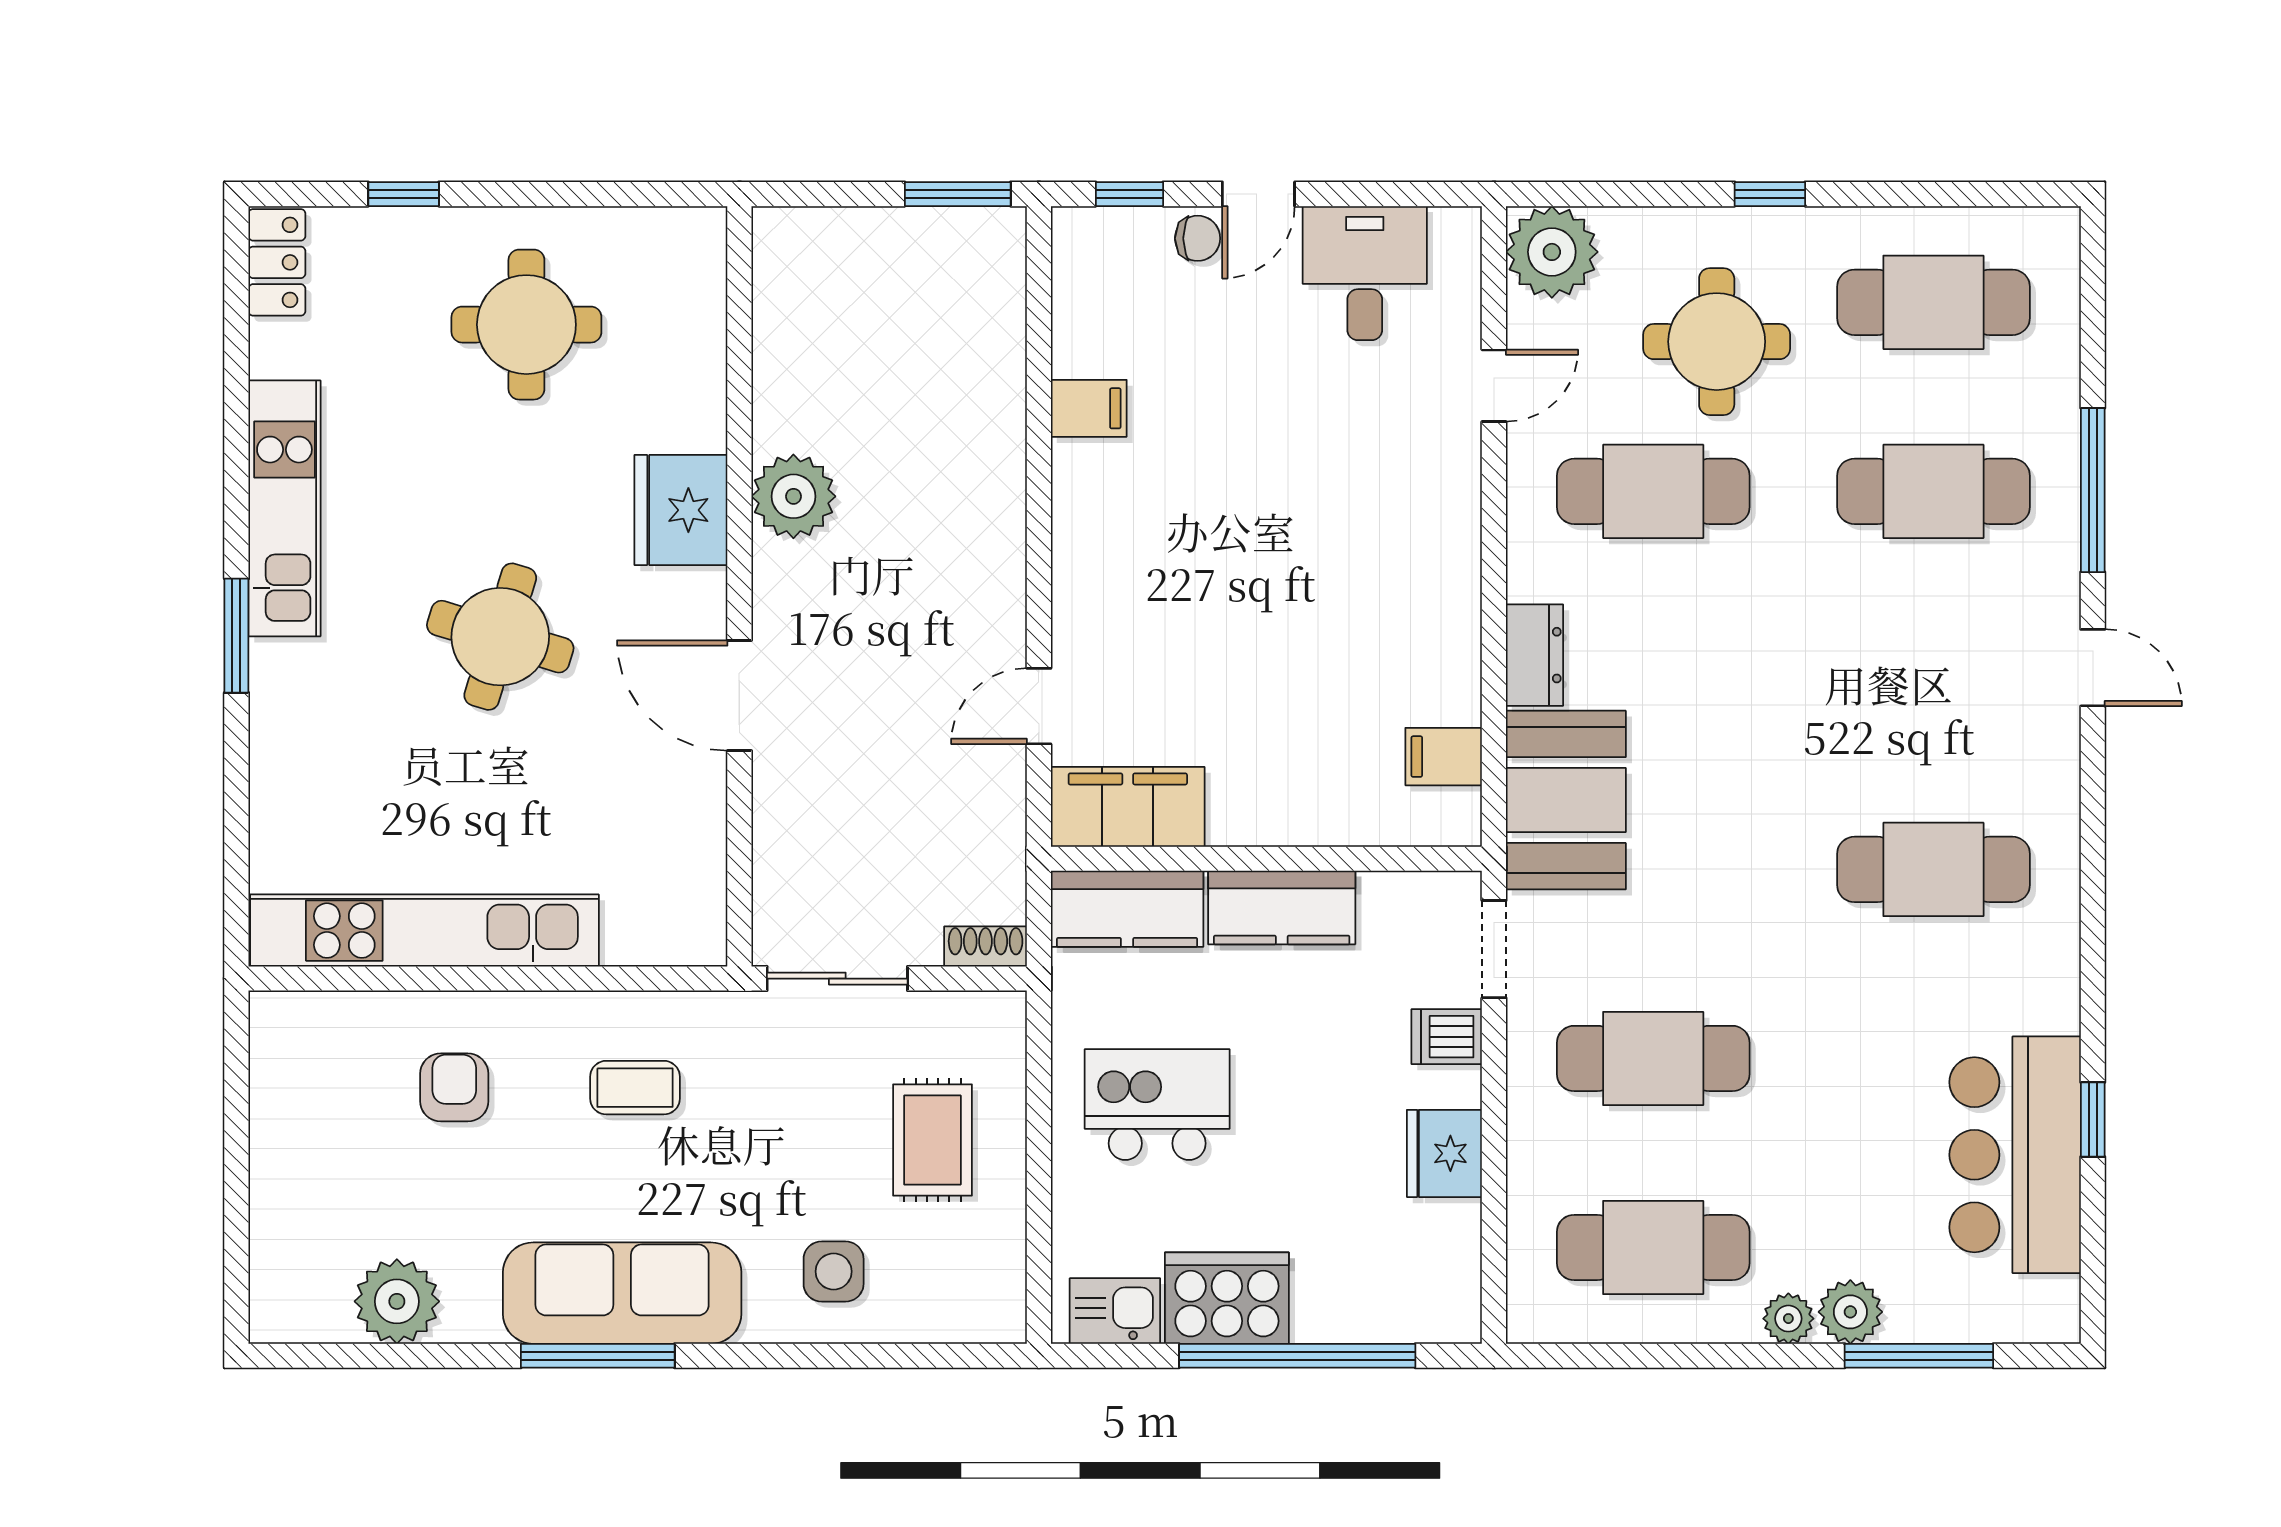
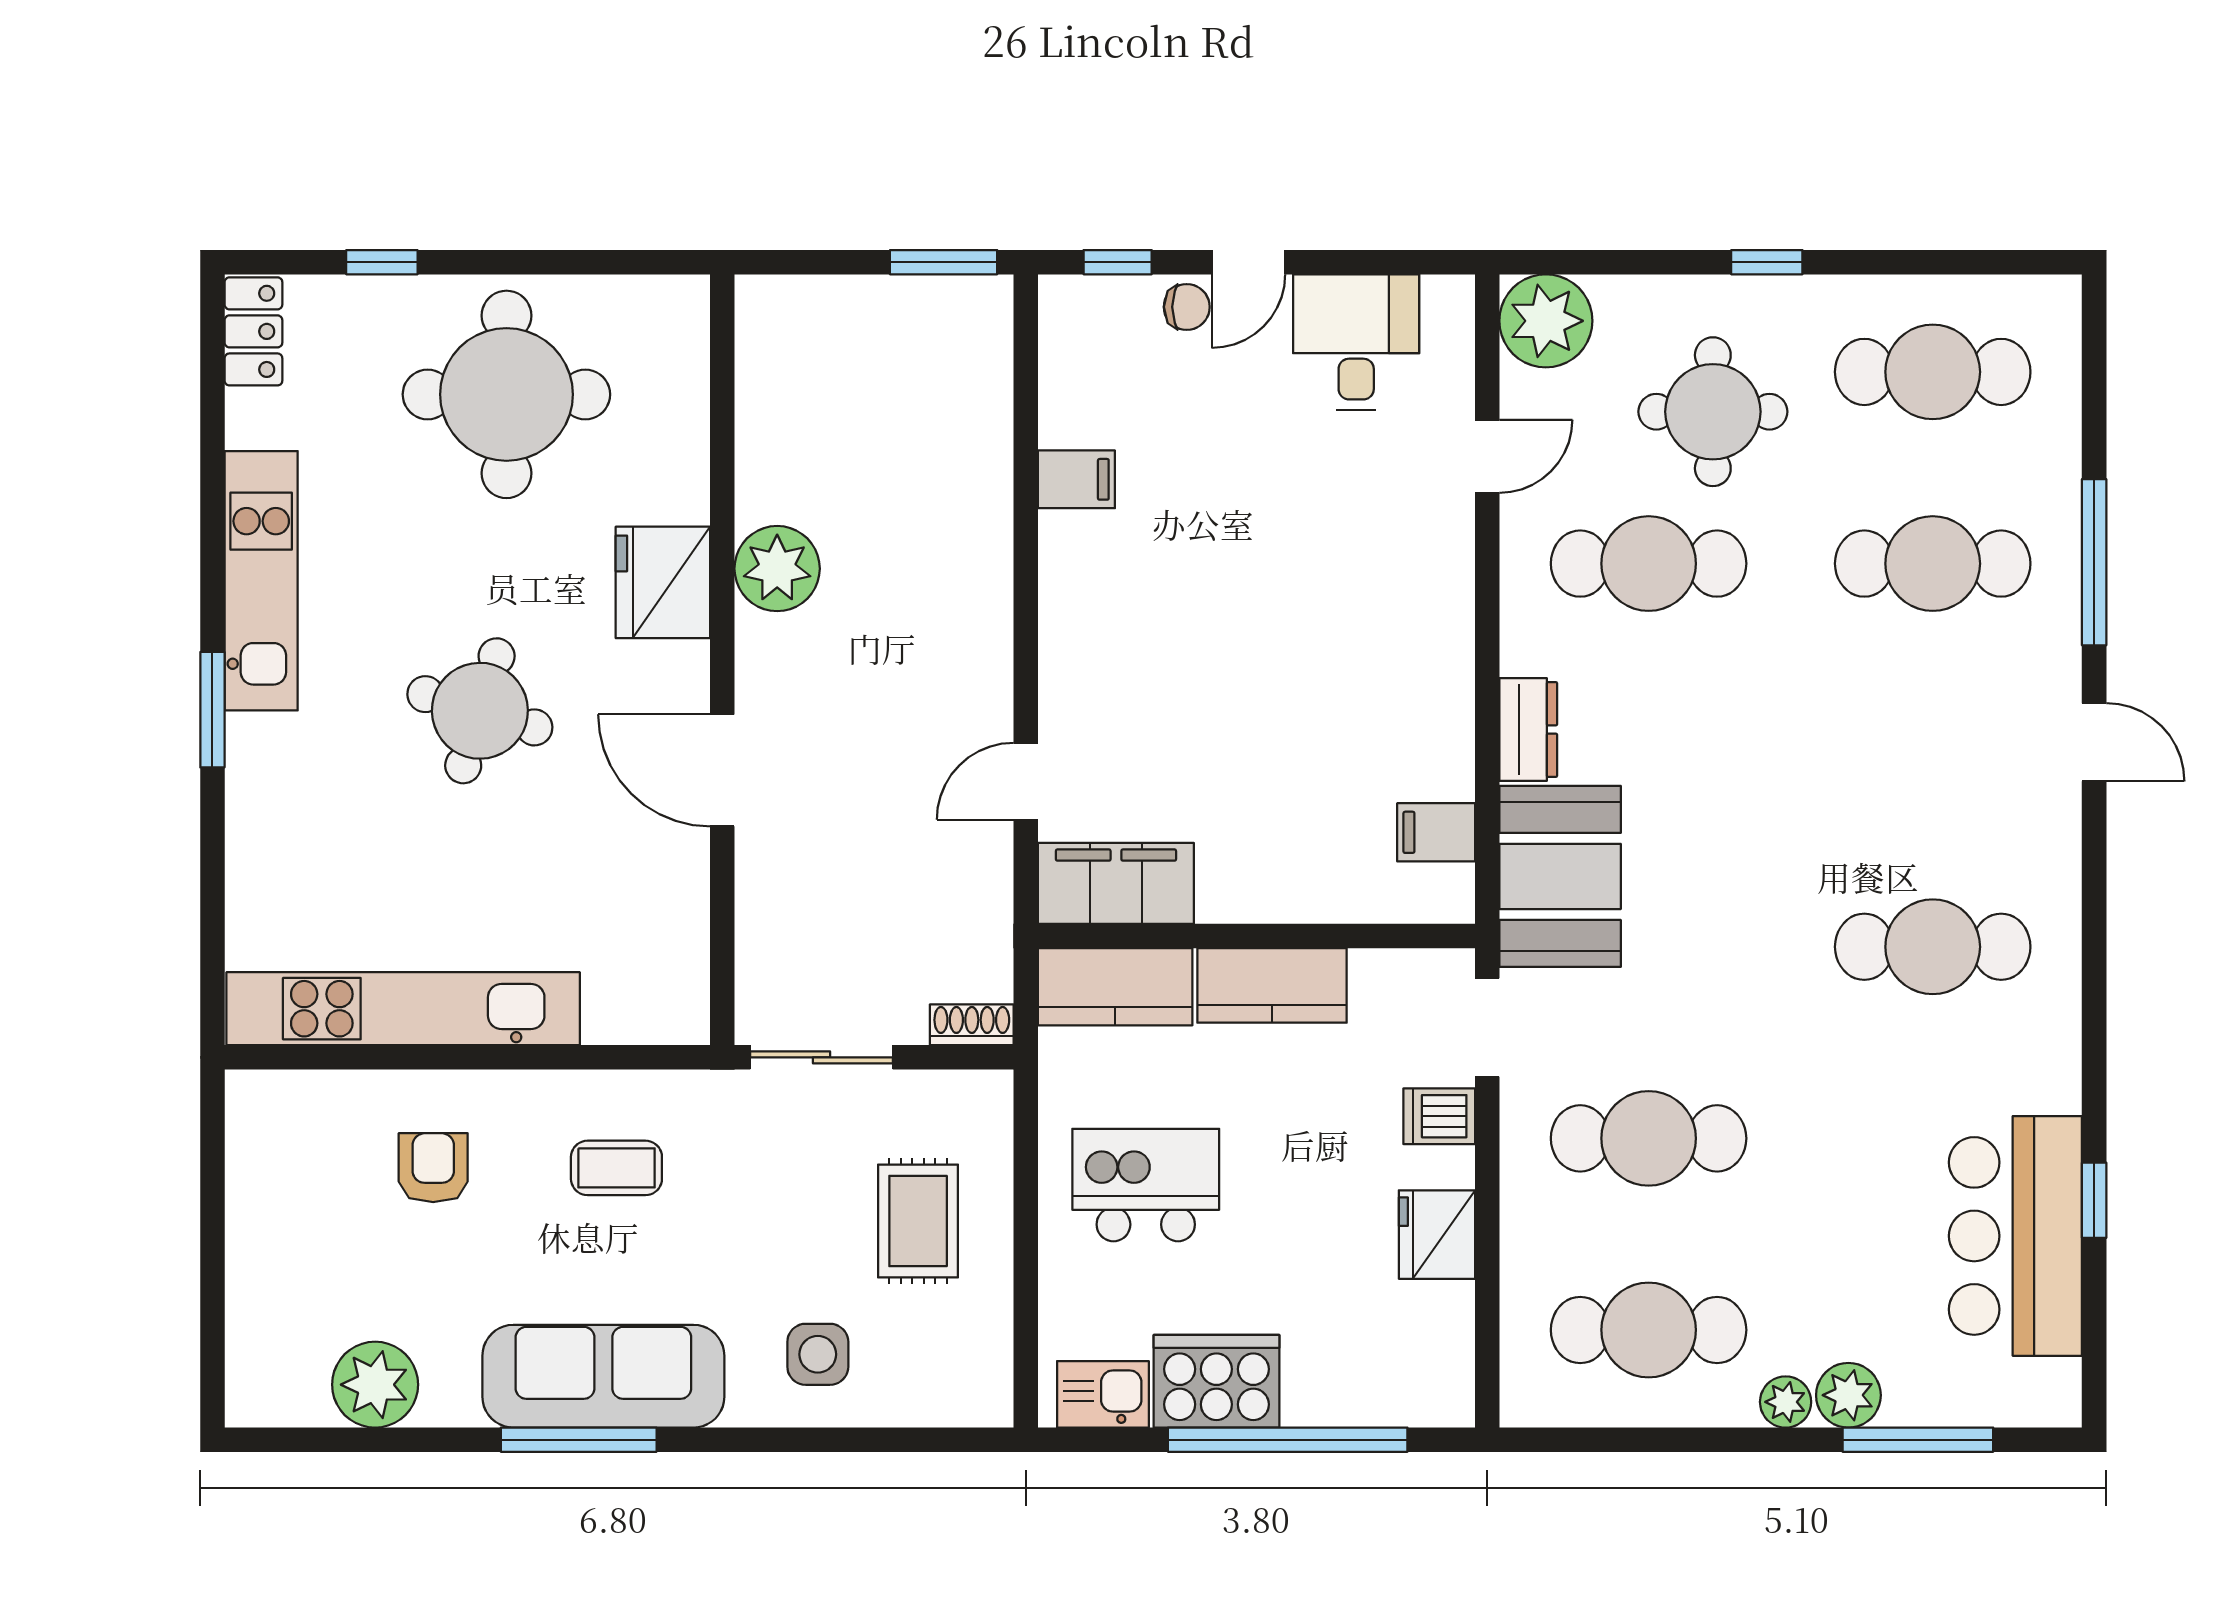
round table: (526, 325) -> (506, 394), width x1.36, depth x1.36

